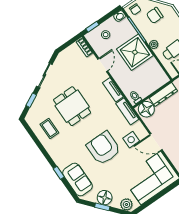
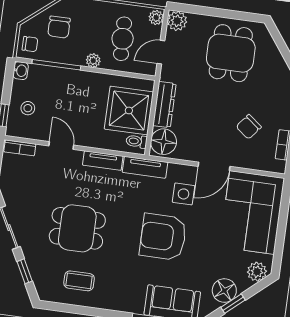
shower: (135, 52) -> (129, 110), moved

